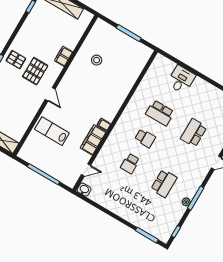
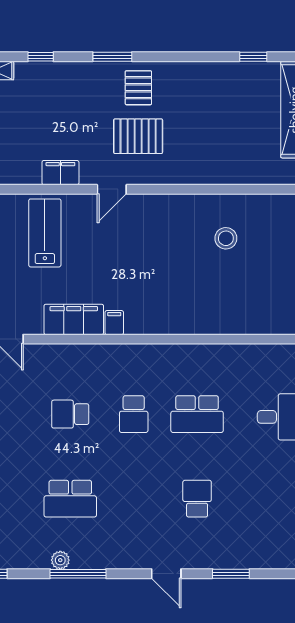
filing cabinet: (64, 56) -> (60, 173), moved
school desk: (160, 113) -> (197, 414), turned -90
school desk: (194, 133) -> (197, 499), width x0.54

